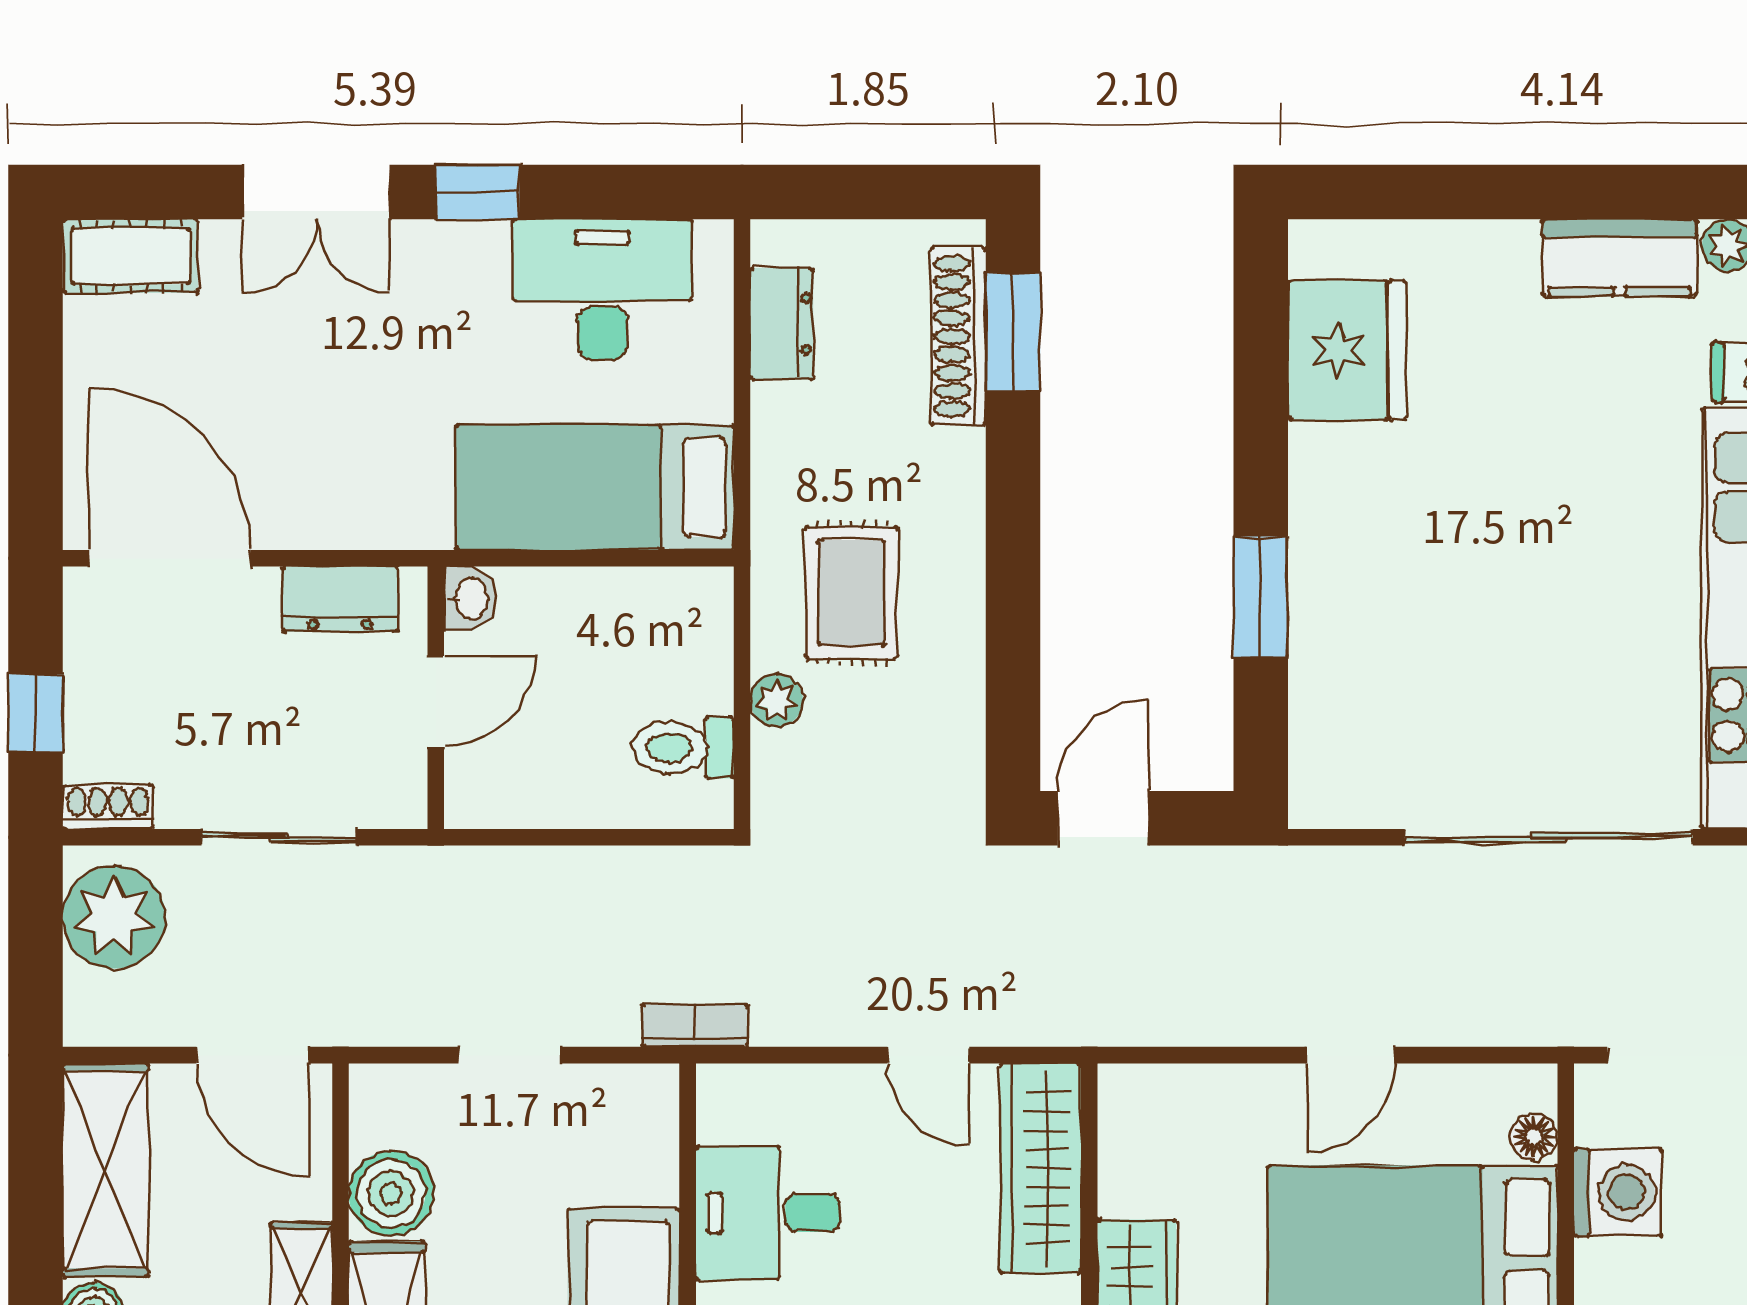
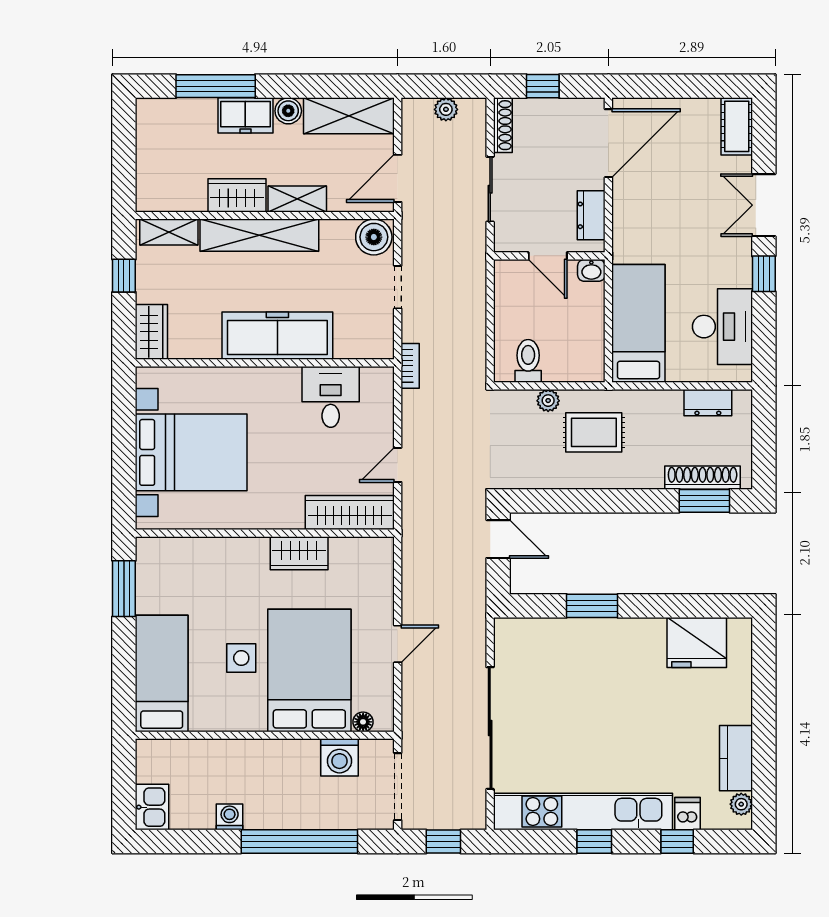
shoe rack: (108, 807) -> (503, 125), width x1.43
plant: (114, 917) -> (446, 109), width x0.53, depth x0.53
door: (1350, 1055) -> (398, 644), swing flipped
boiler: (391, 1193) -> (374, 237), moved

